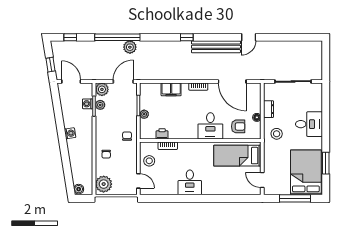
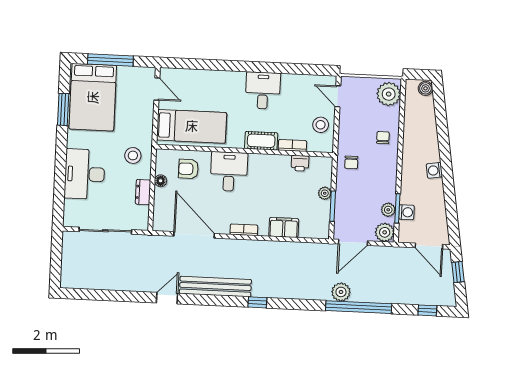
desk: (309, 124) -> (85, 174), width x1.37
cot: (189, 148) -> (261, 141), added

